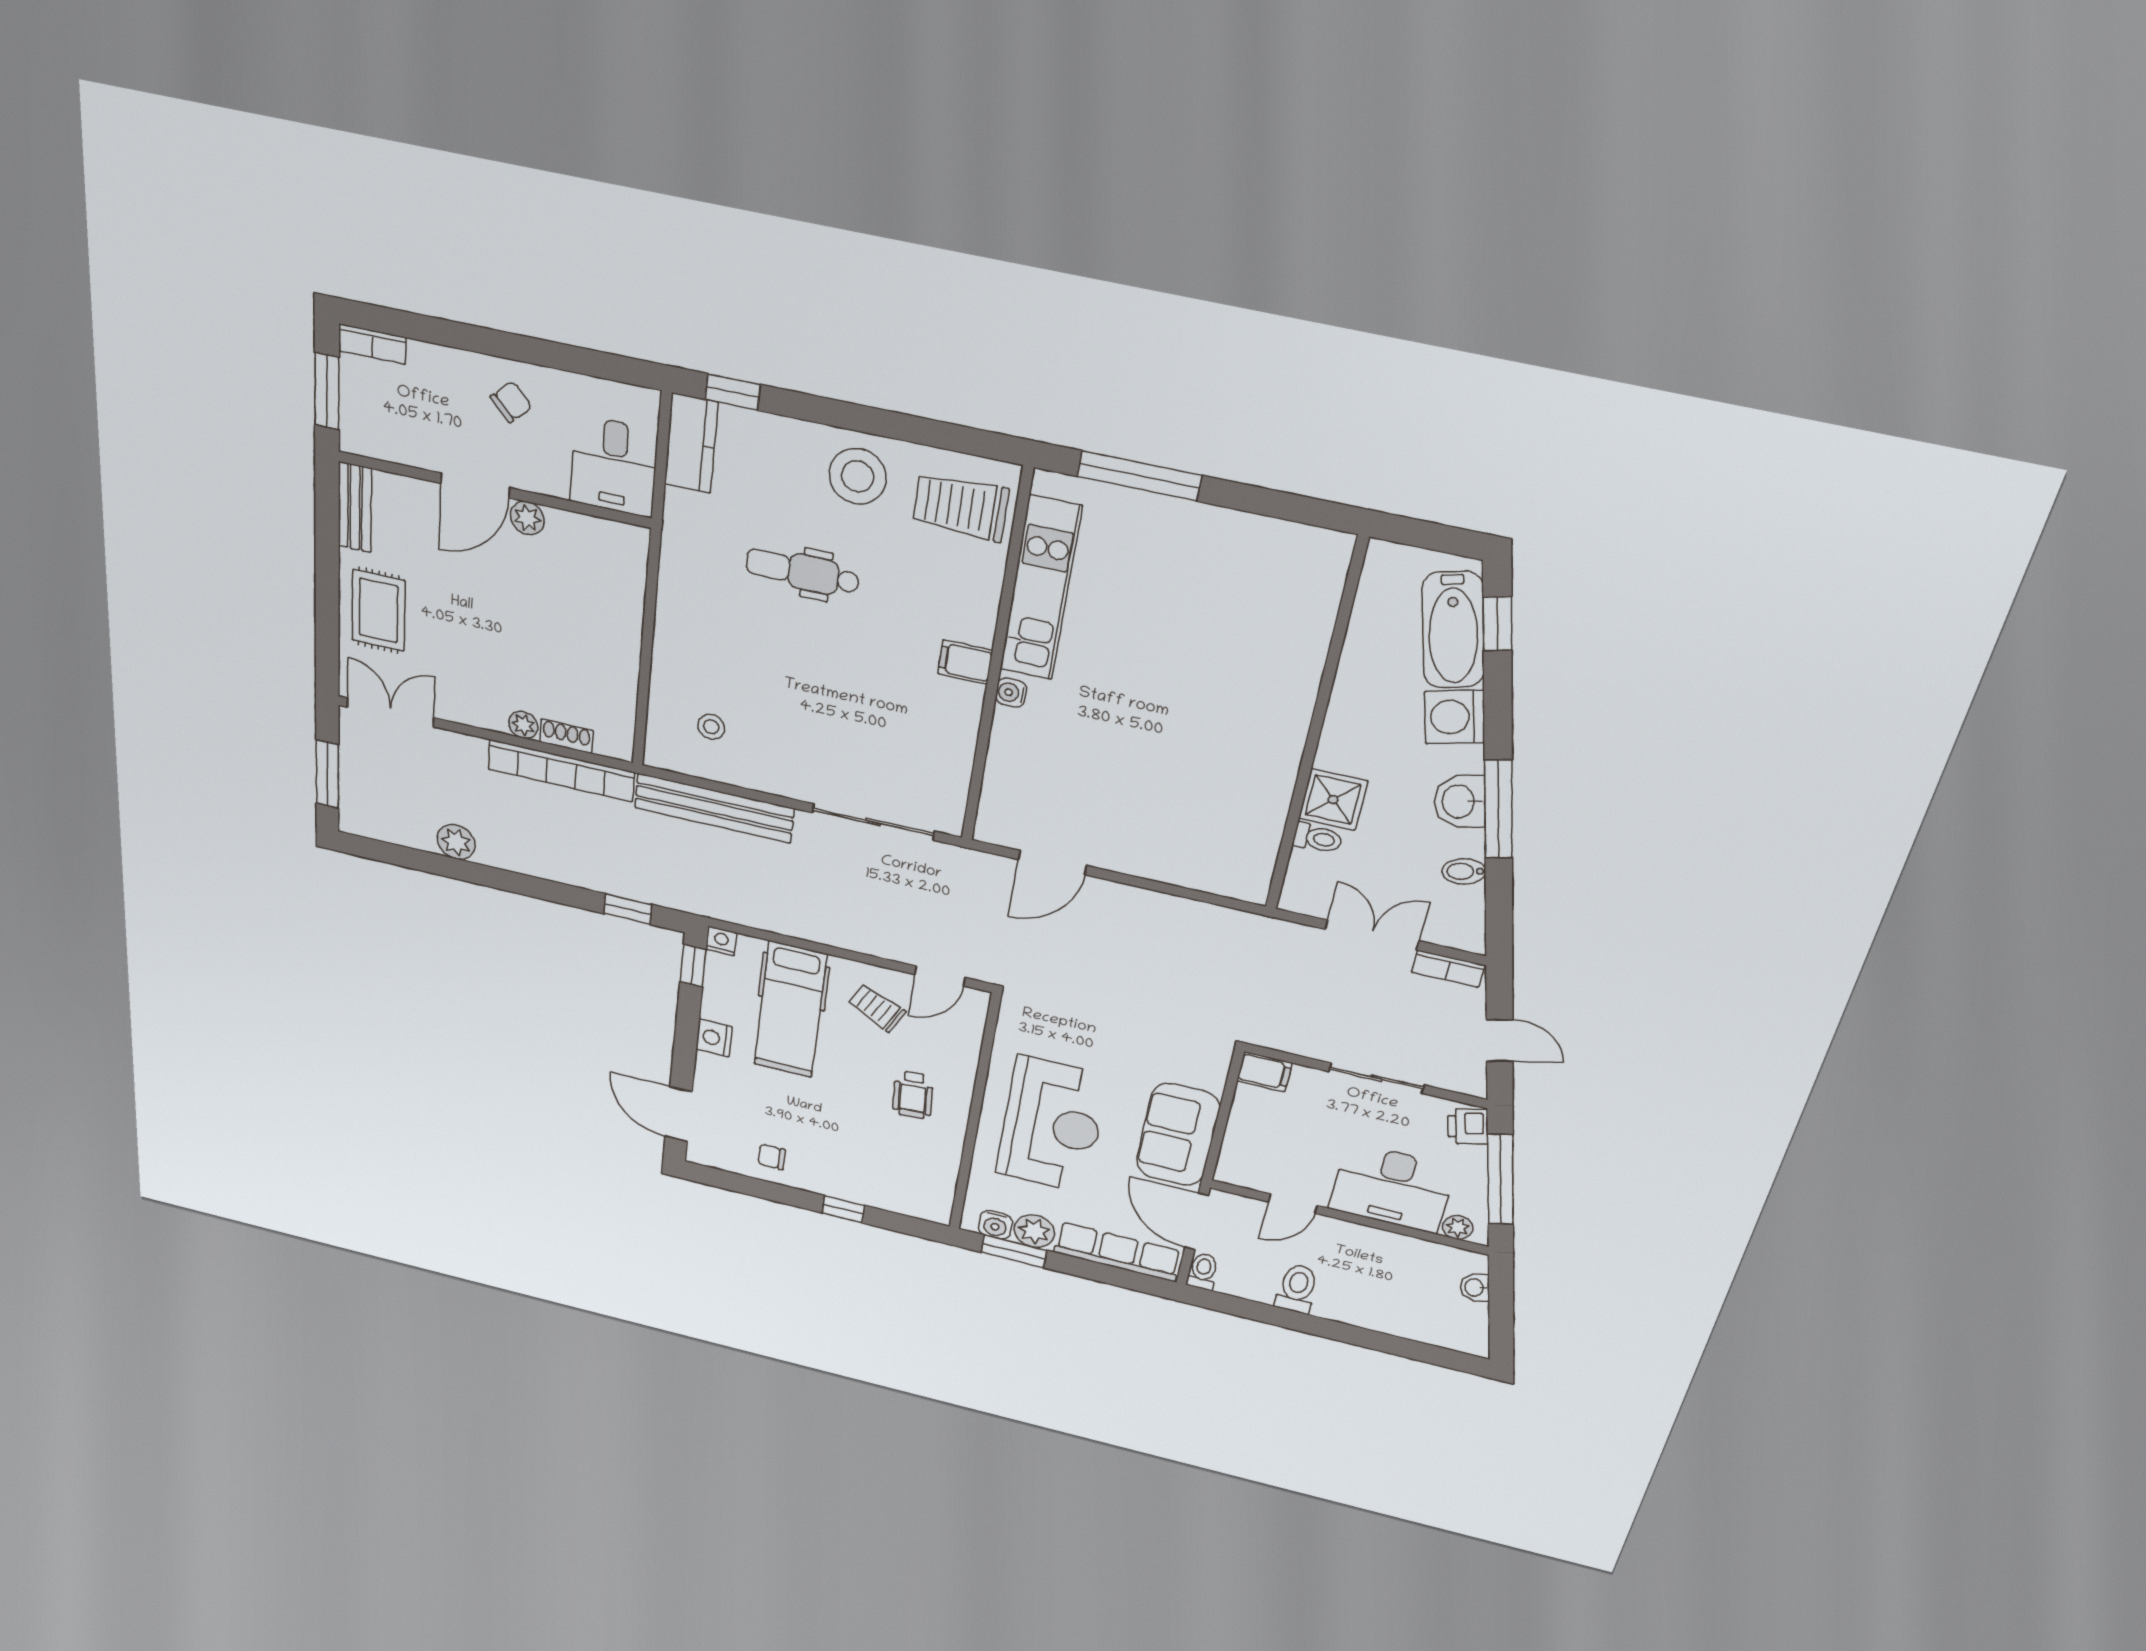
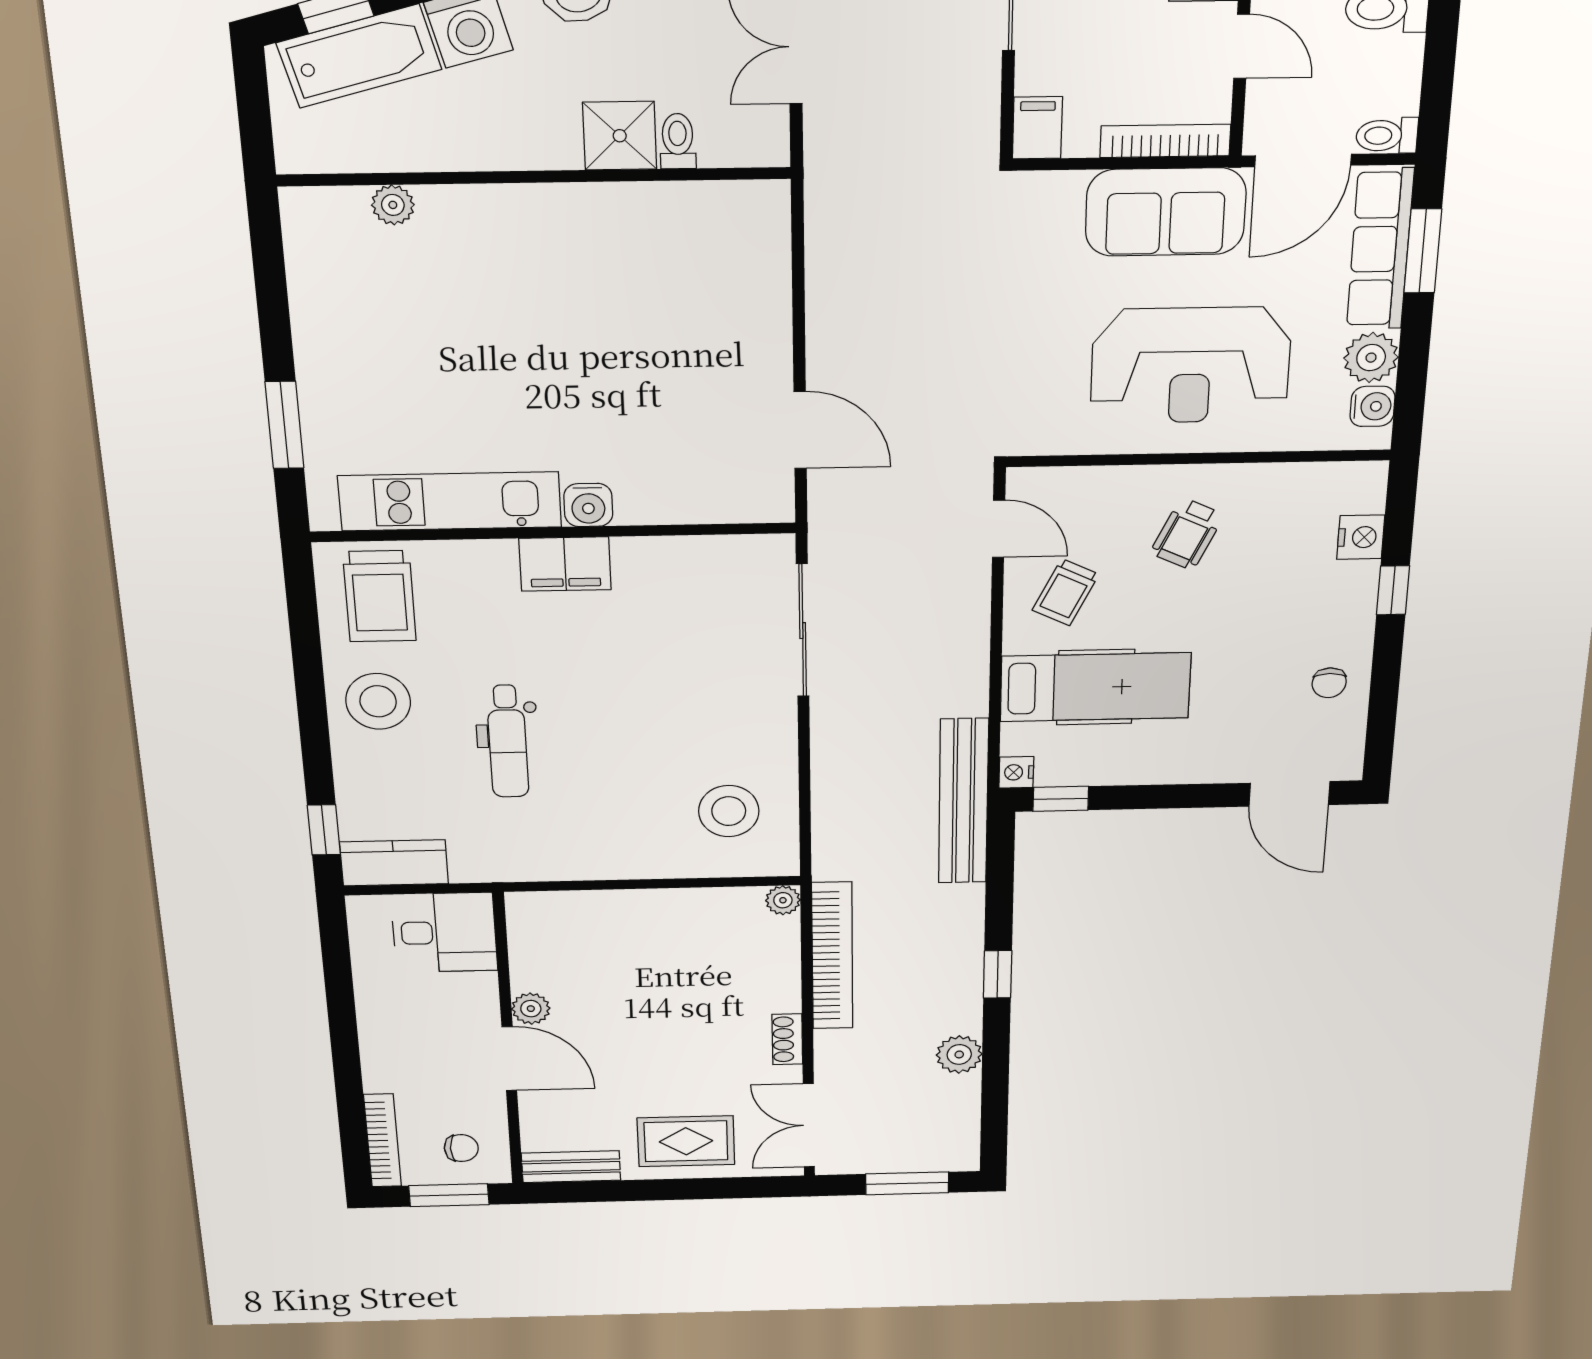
bookcase: (372, 344) -> (383, 1141), width x1.56
chair: (511, 402) -> (461, 1148), moved, turned 133
window: (1139, 476) -> (284, 425), width x0.69
plant: (1318, 619) -> (393, 205), added
filing cabinet: (965, 662) -> (565, 564), width x2.00
water cooler: (1011, 693) -> (588, 505), width x1.38, depth x1.38
plant: (523, 725) -> (783, 900), moved
stool: (711, 727) -> (729, 811), width x1.89, depth x1.89
shoe rack: (566, 736) -> (787, 1039), moved
bench: (714, 808) -> (963, 801), moved
window: (628, 909) -> (998, 974), moved
nightstand: (714, 1038) -> (1361, 537), moved, turned -90
wheelchair: (913, 1095) -> (1187, 534), turned 119
door: (679, 1114) -> (1289, 794), hinge flipped
reception desk: (1052, 1125) -> (1191, 365), turned 180
bookcase: (1233, 1146) -> (1165, 141), added
window: (1014, 1251) -> (1423, 251), moved

